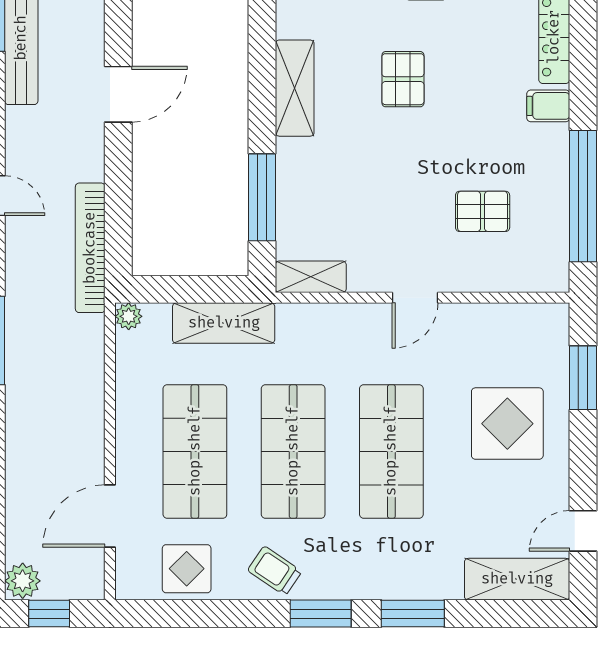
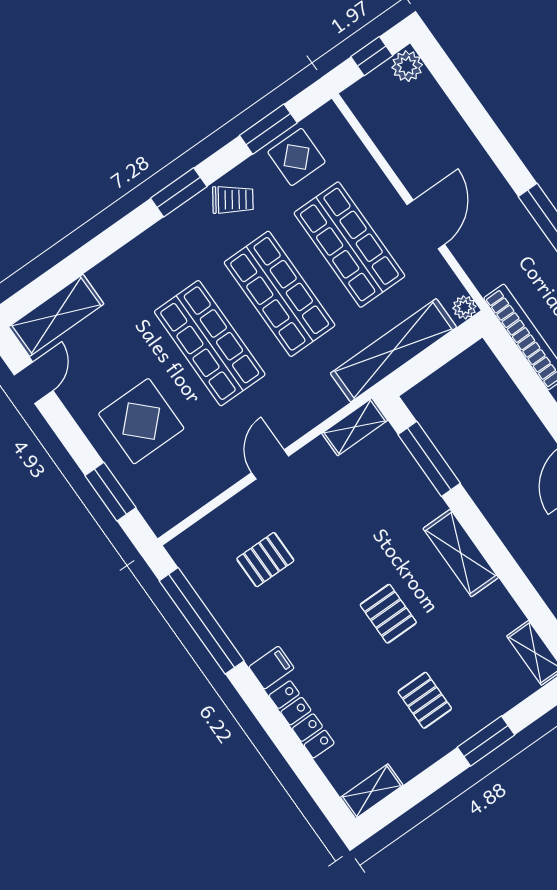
shelving: (224, 323) -> (393, 350), width x1.47
door: (110, 516) -> (426, 225), moved
window: (413, 614) -> (268, 129), moved

